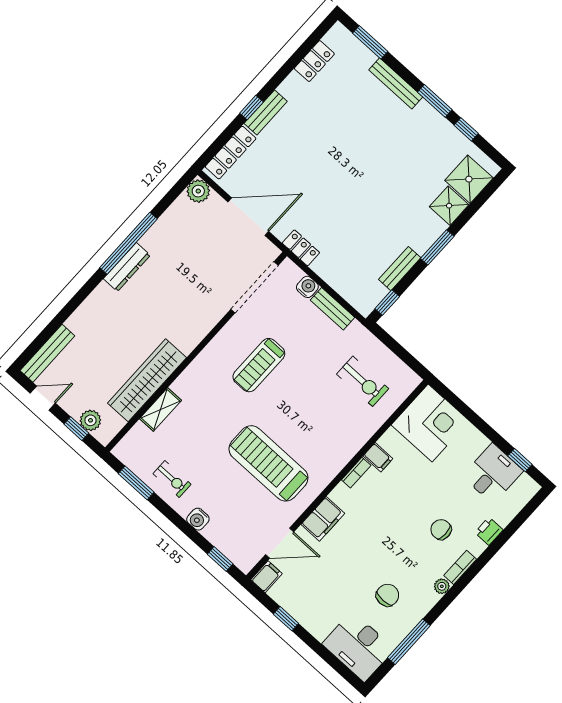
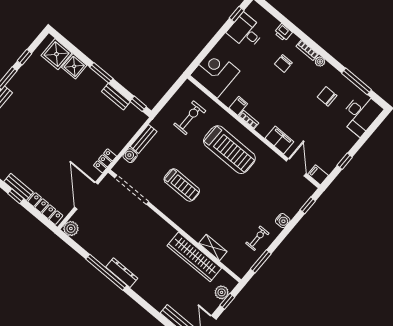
treadmill: (268, 463) -> (229, 150), moved, turned -90

